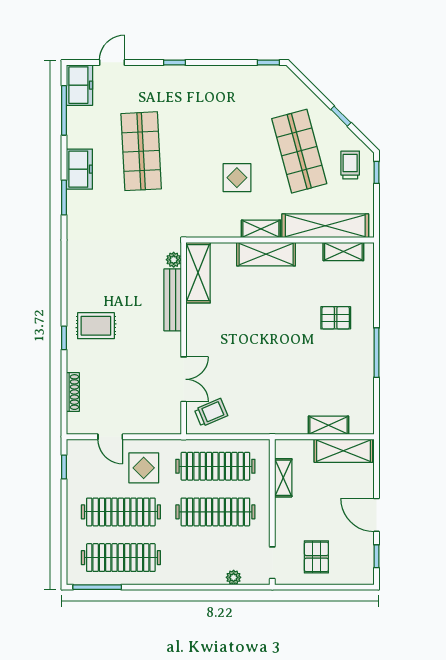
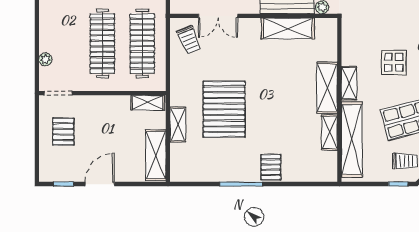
shelving: (343, 251) -> (329, 132), moved
shelving: (198, 273) -> (288, 28), moved
pallet: (336, 318) -> (271, 167), moved
pallet: (291, 372) -> (224, 109), added
shelving: (329, 425) -> (178, 124), moved
shelving: (283, 478) -> (148, 103), moved
pallet: (316, 557) -> (63, 132), turned 90

